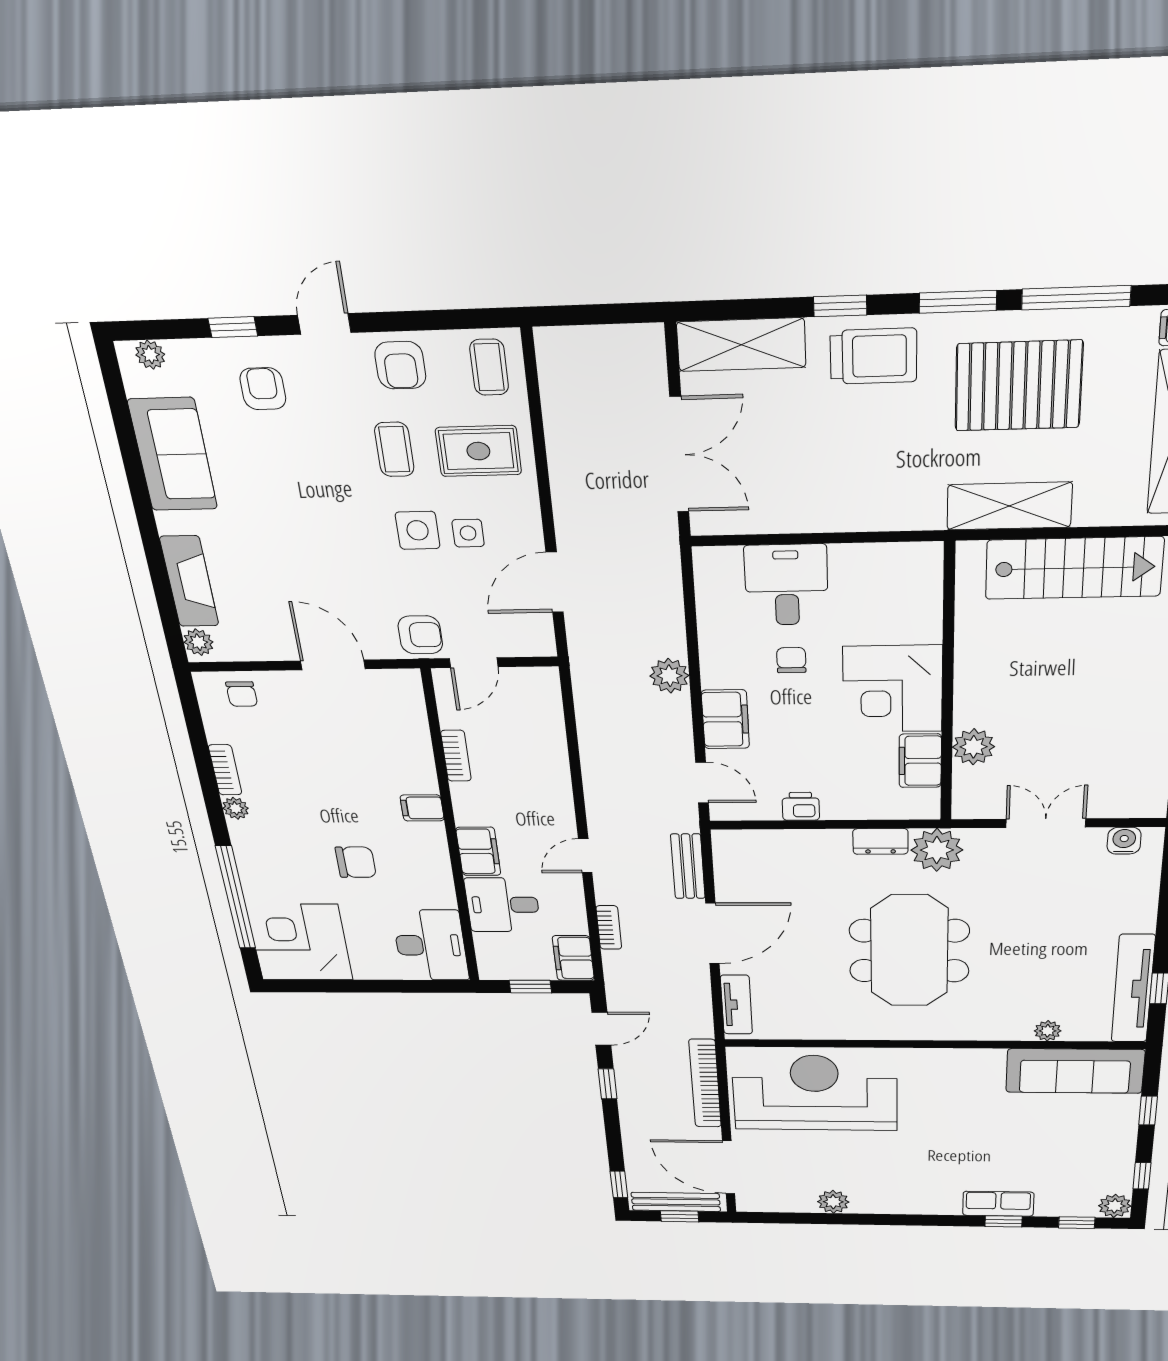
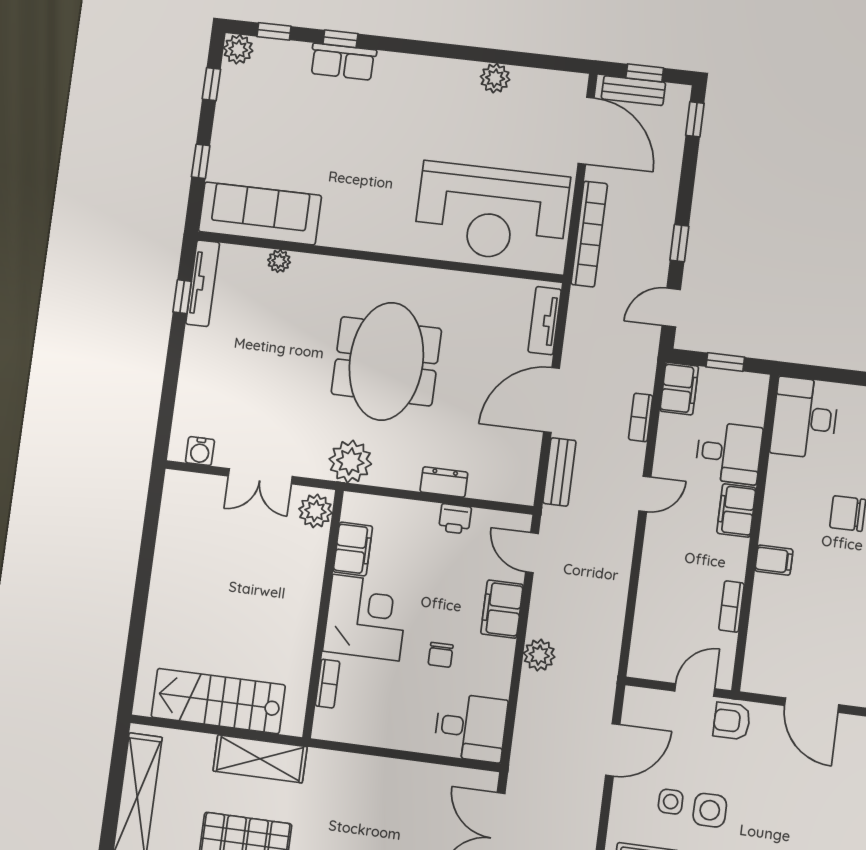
desk: (786, 585) -> (471, 727), moved, turned -90
bookcase: (931, 608) -> (328, 684), added
plant: (974, 747) -> (315, 511), moved
dresser: (880, 841) -> (444, 482), moved
tv unit: (1133, 989) -> (203, 283), width x0.73, depth x0.78
bench: (676, 1202) -> (633, 91), width x0.73

